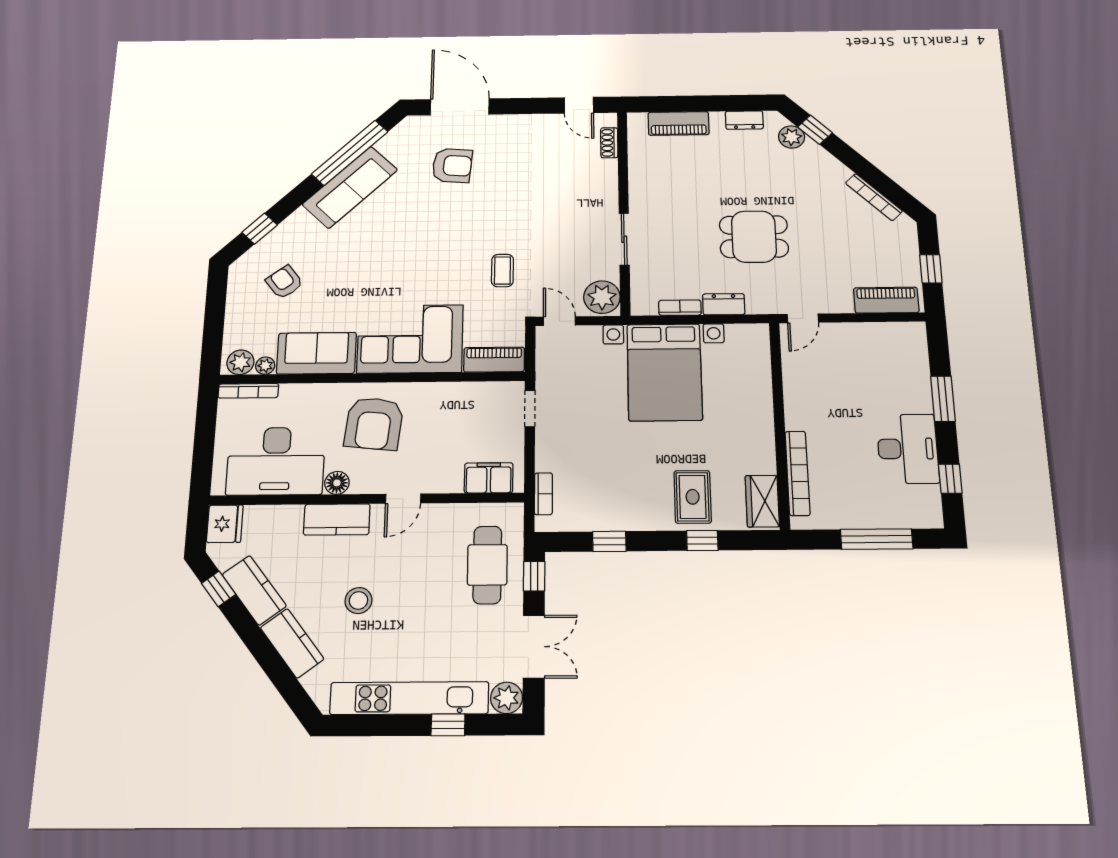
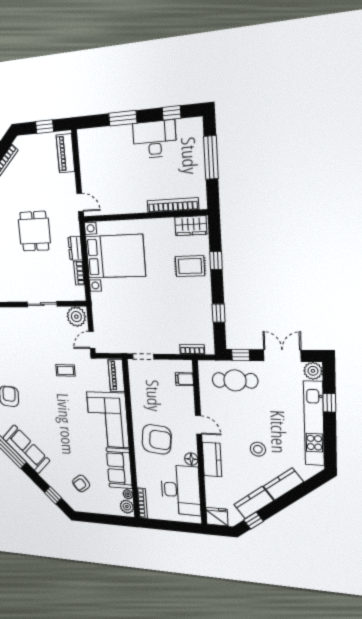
bed with nightstands: (664, 372) -> (115, 256), moved
filing cabinet: (489, 478) -> (184, 379), width x0.50

